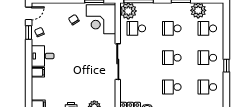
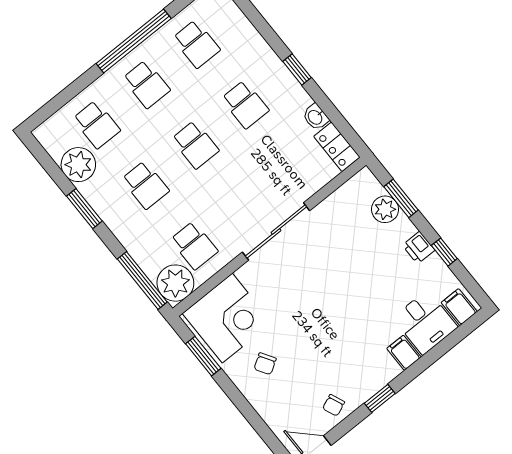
window: (29, 32) -> (380, 398), moved
desk: (43, 56) -> (425, 322), moved
window: (226, 66) -> (134, 41), width x3.17

